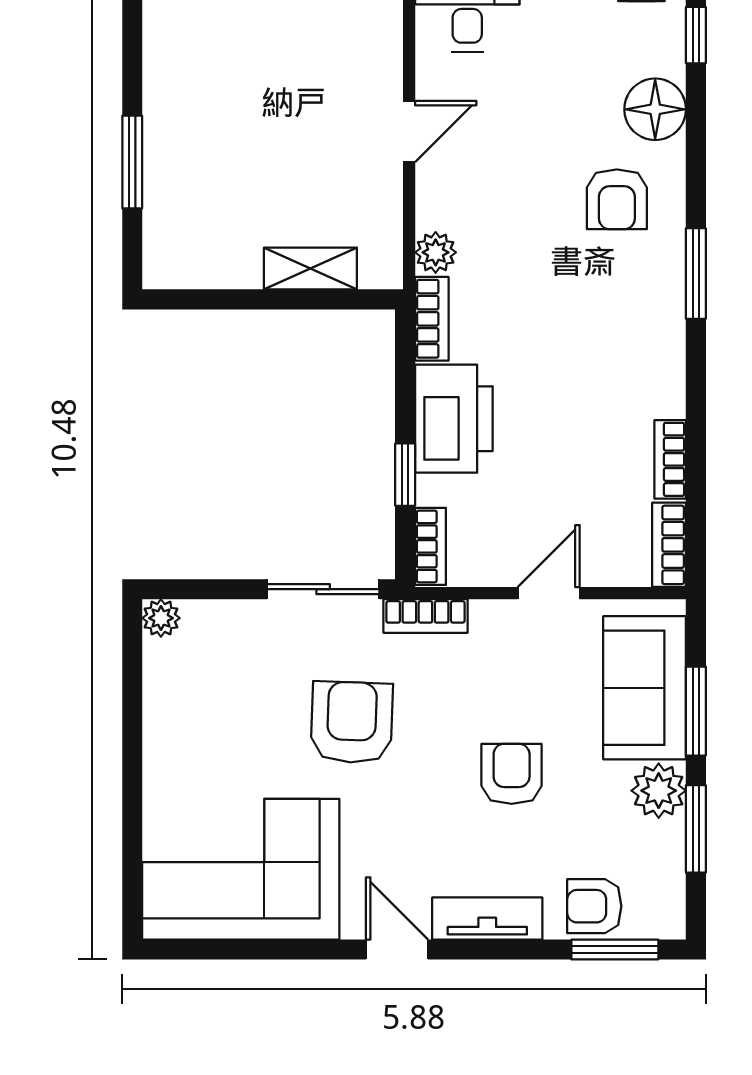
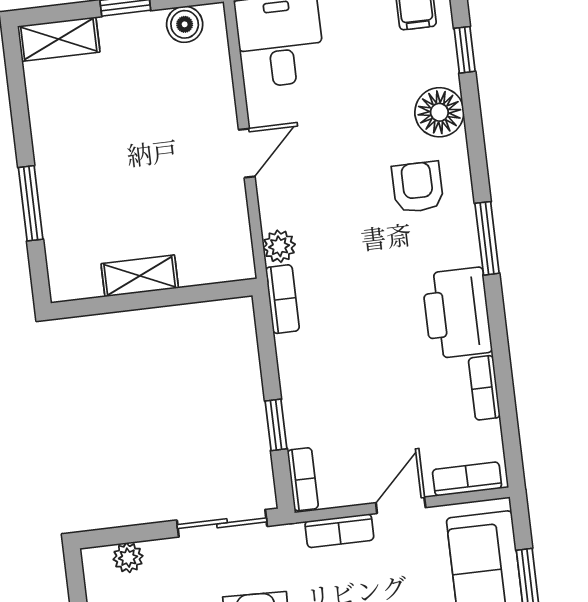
armchair: (617, 199) -> (418, 187), turned 180
shelving: (310, 269) -> (140, 276), moved
printer: (454, 419) -> (457, 313), moved, turned 180
bookcase: (669, 545) -> (467, 479), moved, turned 90
bookcase: (425, 616) -> (339, 531), moved
plant: (161, 618) -> (128, 558), moved

